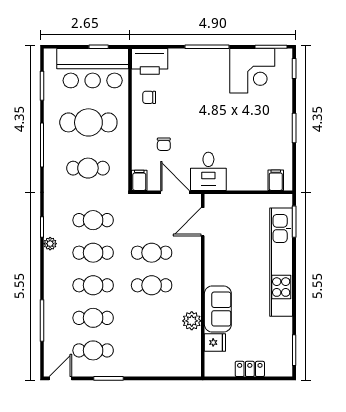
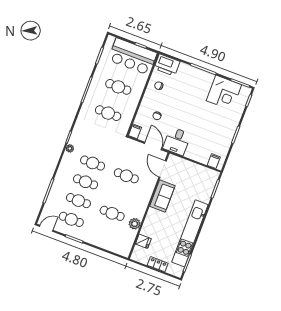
cafe table: (88, 122) -> (118, 87), width x0.73, depth x0.74
cafe table: (93, 220) -> (100, 144), removed
door: (203, 222) -> (163, 169), hinge flipped
kitchen unit: (281, 262) -> (190, 233), moved
cafe table: (152, 285) -> (112, 213), moved
sofa: (218, 309) -> (162, 196), moved

